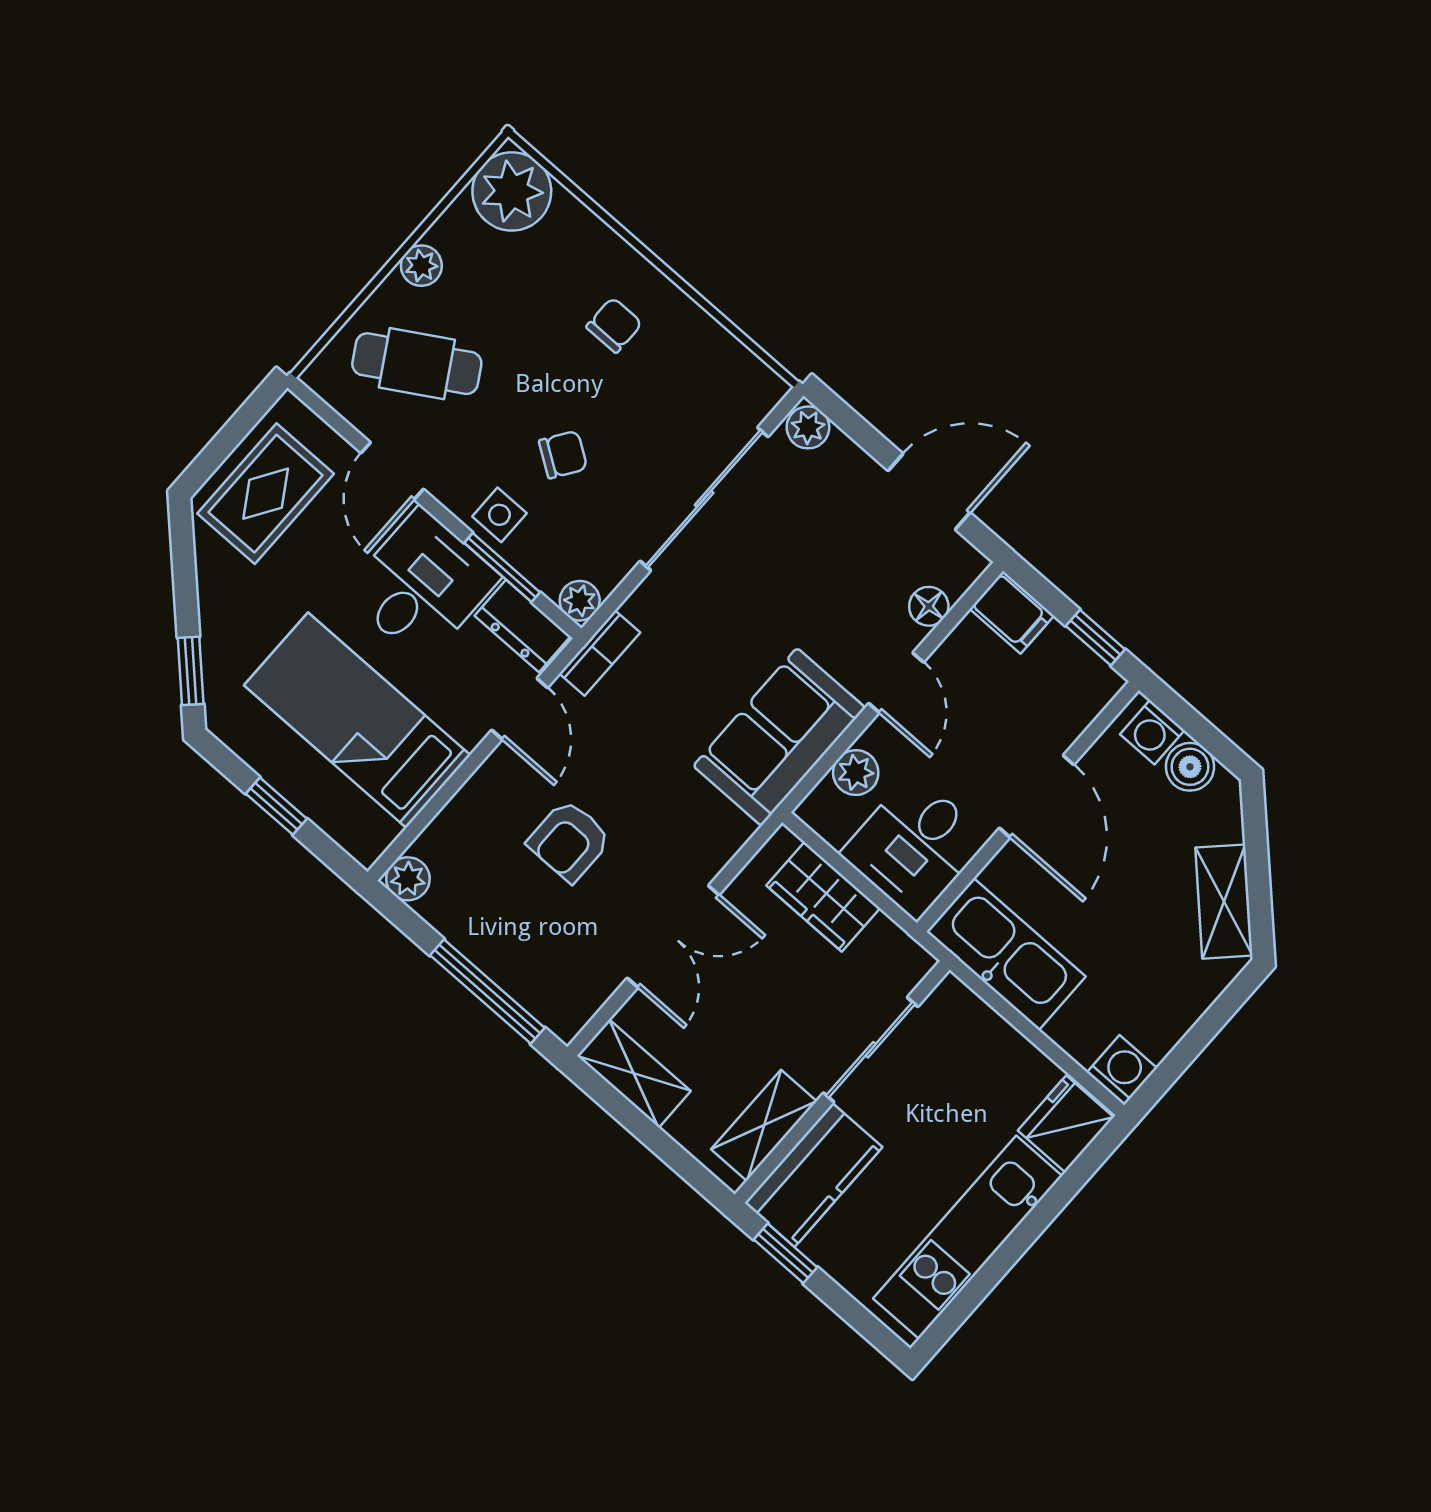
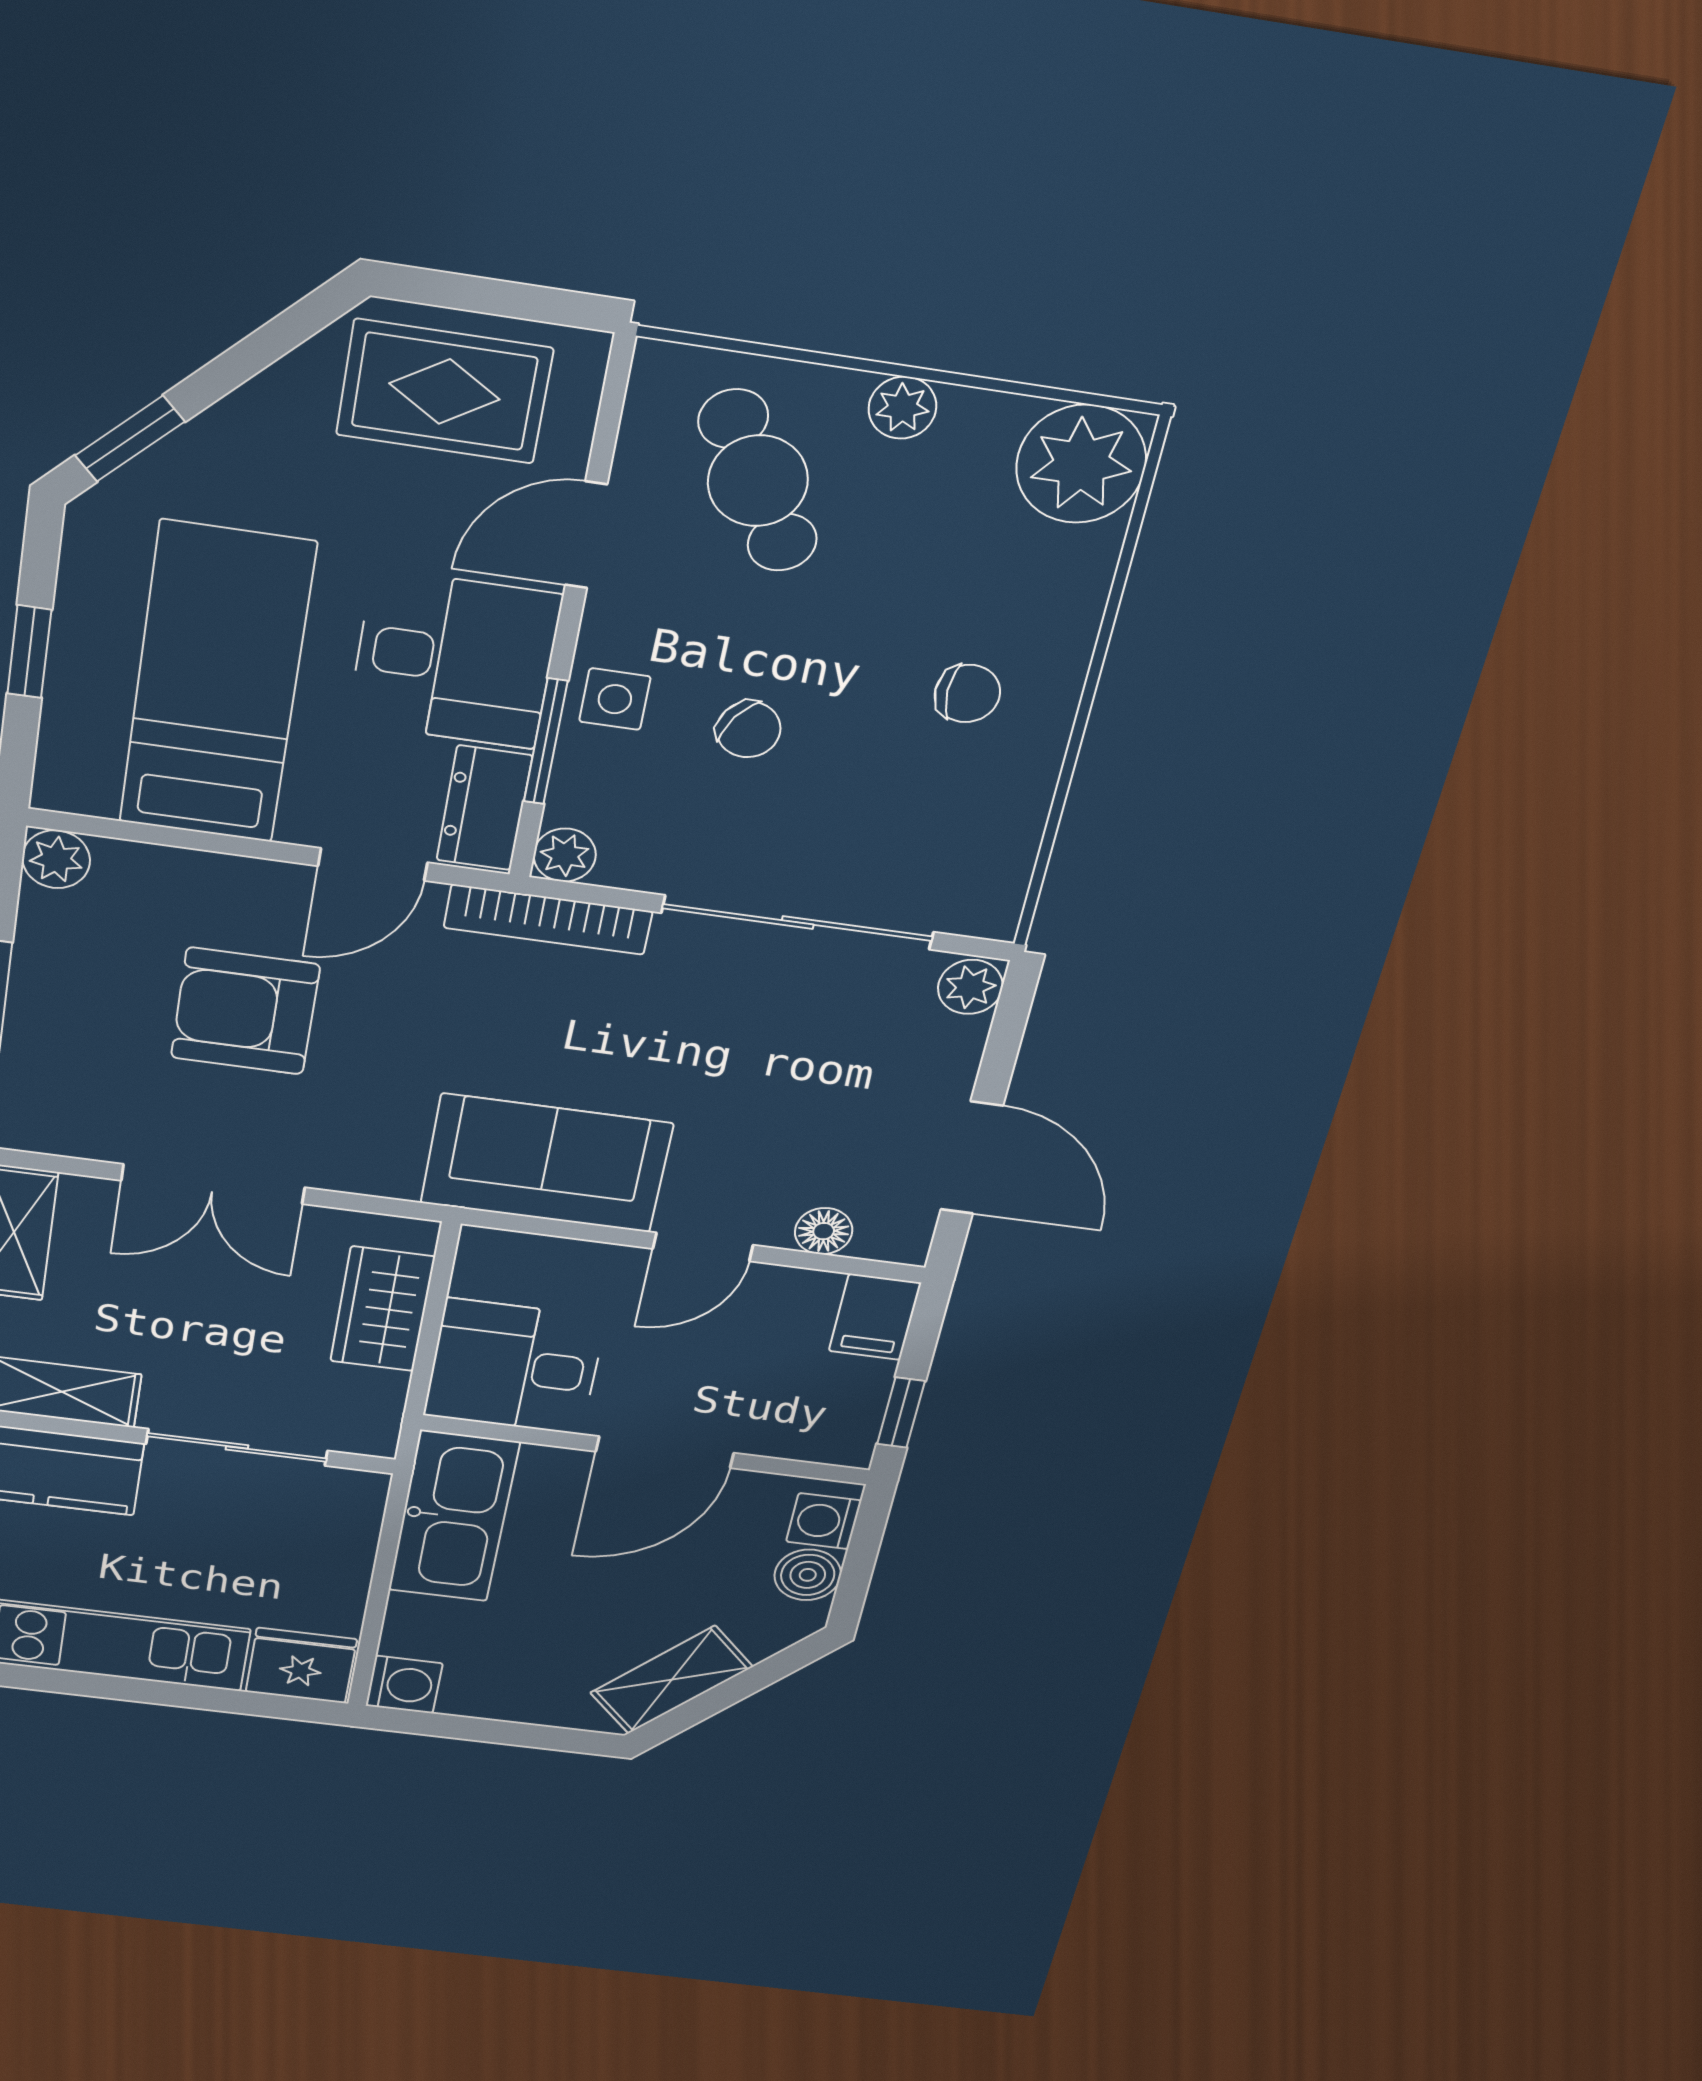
bookcase: (600, 653) -> (548, 919), width x1.56
plant: (856, 773) -> (560, 1263), removed
armchair: (569, 841) -> (245, 1011), width x1.38, depth x1.38

